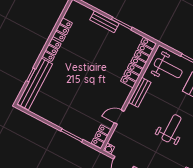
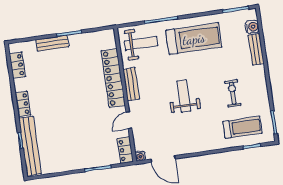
locker: (63, 30) -> (17, 65), moved
locker: (138, 63) -> (113, 78), moved

